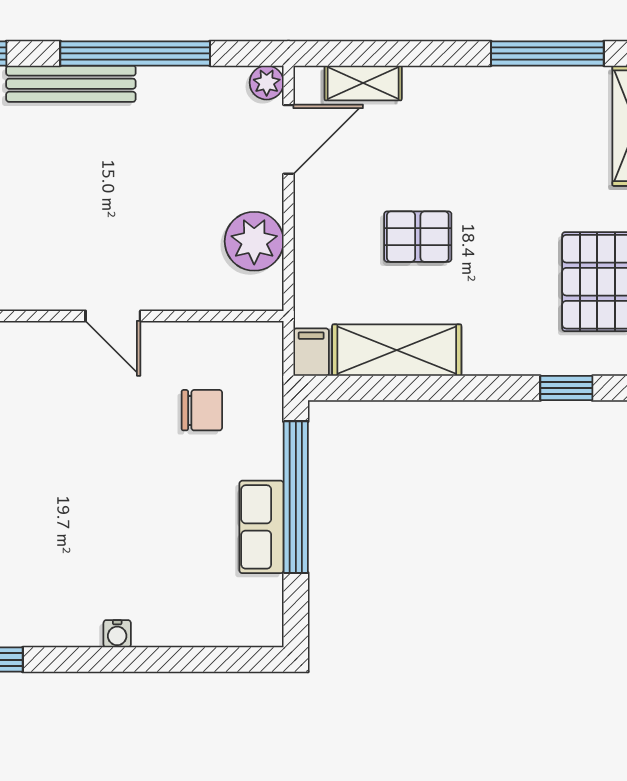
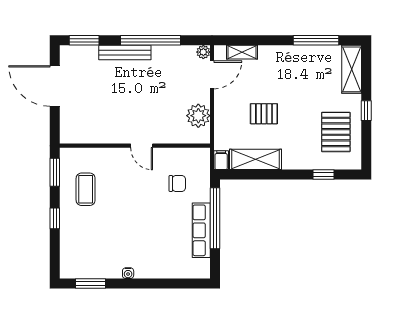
row of seats: (262, 527) -> (201, 230), width x1.48
water cooler: (117, 634) -> (128, 273), moved

